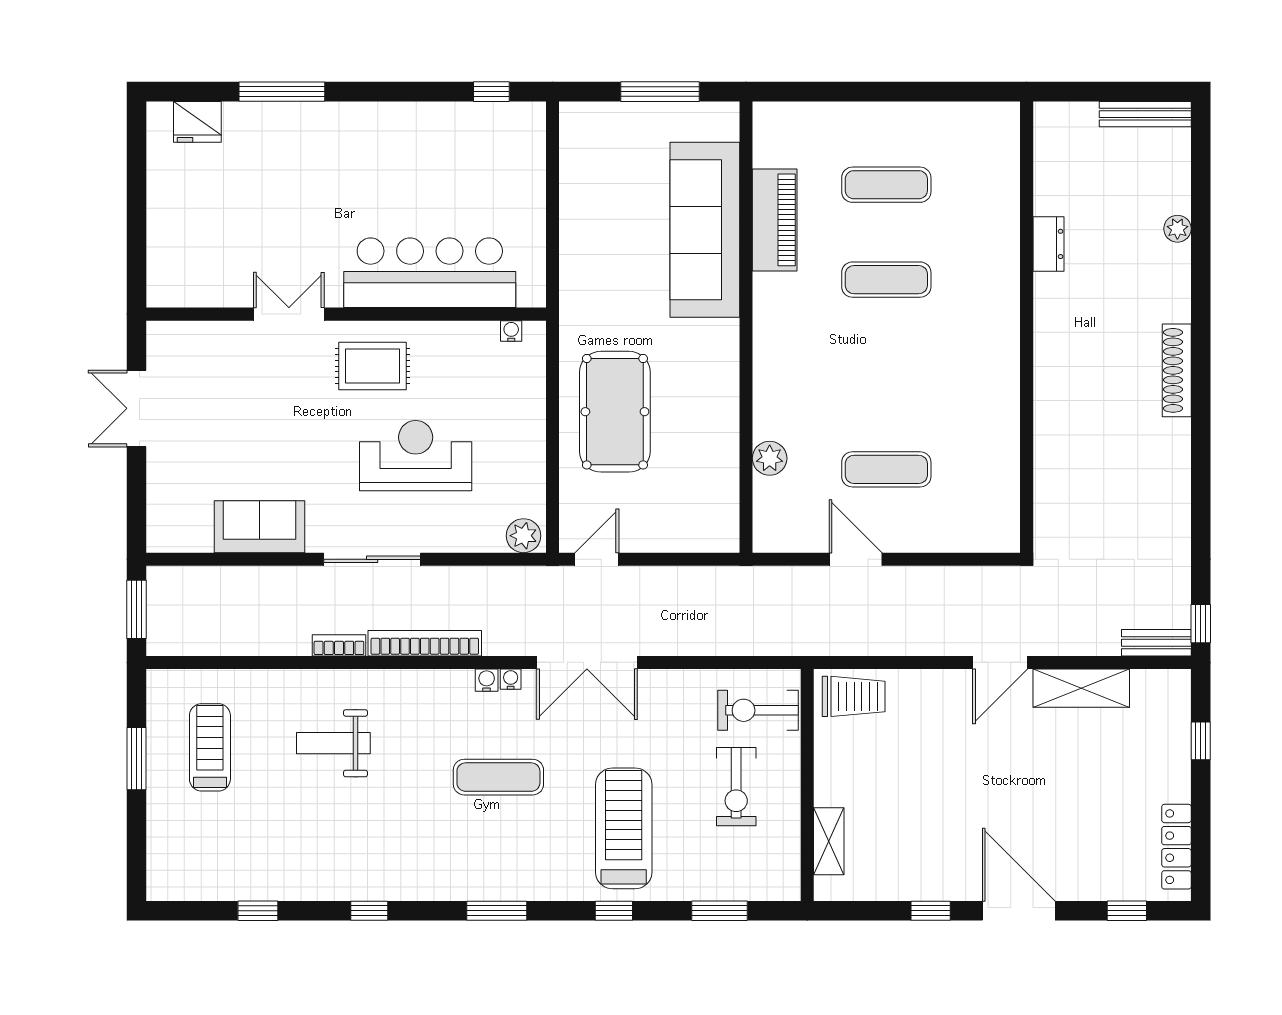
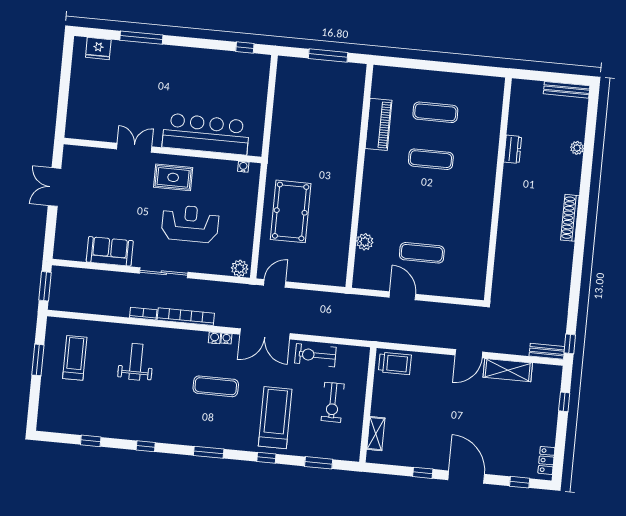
sofa: (705, 230) -> (344, 126), removed
exercise bike: (758, 710) -> (315, 355), moved
weight bench: (333, 743) -> (136, 362), turned 90
locker: (1176, 847) -> (546, 460), width x0.66

